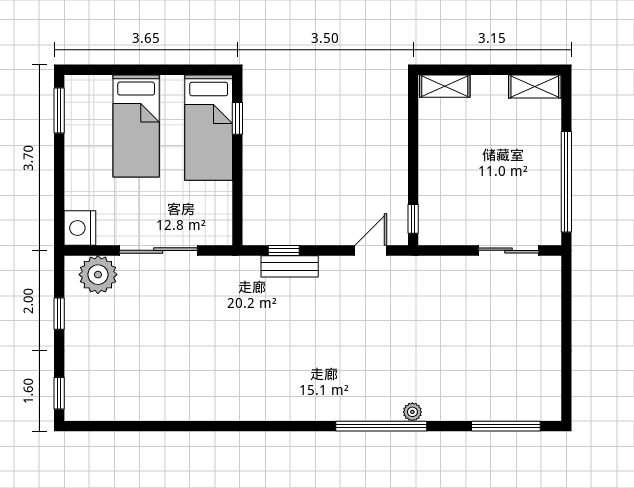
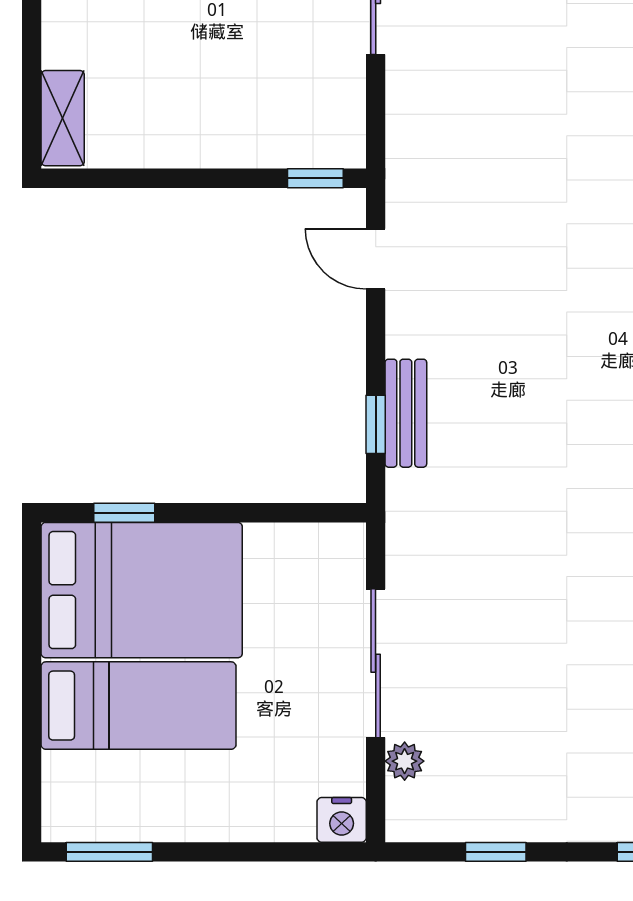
bed: (209, 128) -> (142, 590), width x1.50
nightstand: (80, 228) -> (342, 820), width x0.74, depth x0.75
plant: (98, 275) -> (405, 761), width x0.53, depth x0.53

